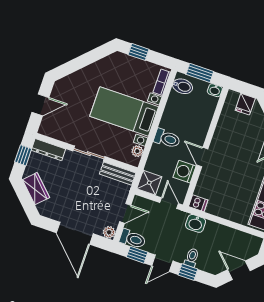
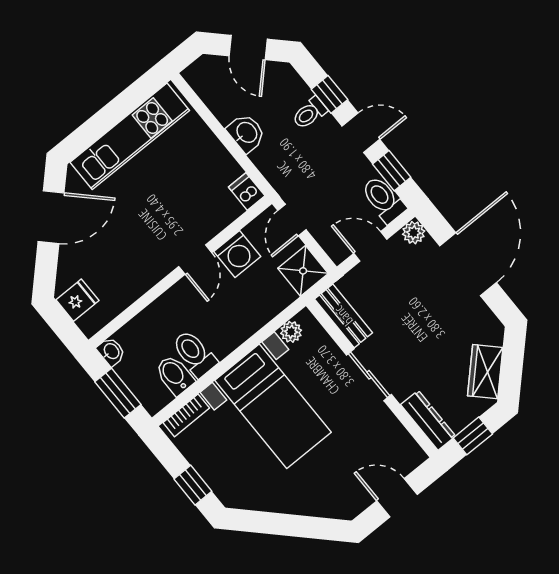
bidet: (183, 86) -> (175, 375), moved
toilet: (167, 139) -> (194, 354), moved
washbasin: (196, 223) -> (246, 133), moved

